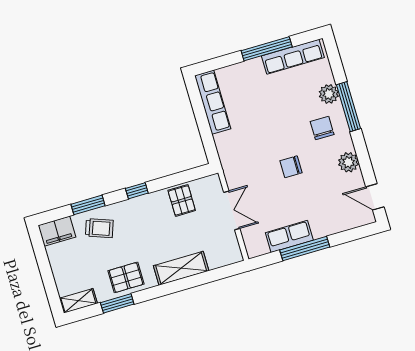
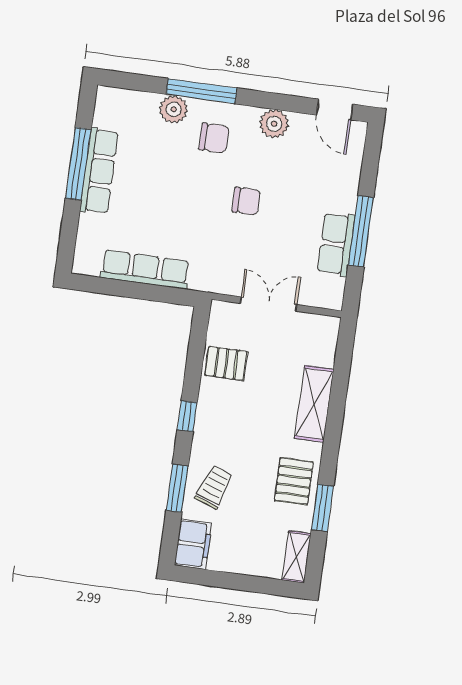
row of seats: (293, 57) -> (99, 171), moved
row of seats: (213, 102) -> (145, 269), moved
chair: (322, 128) -> (214, 138), turned 180
chair: (291, 167) -> (246, 201), turned -90
door: (375, 197) -> (335, 110), hinge flipped

